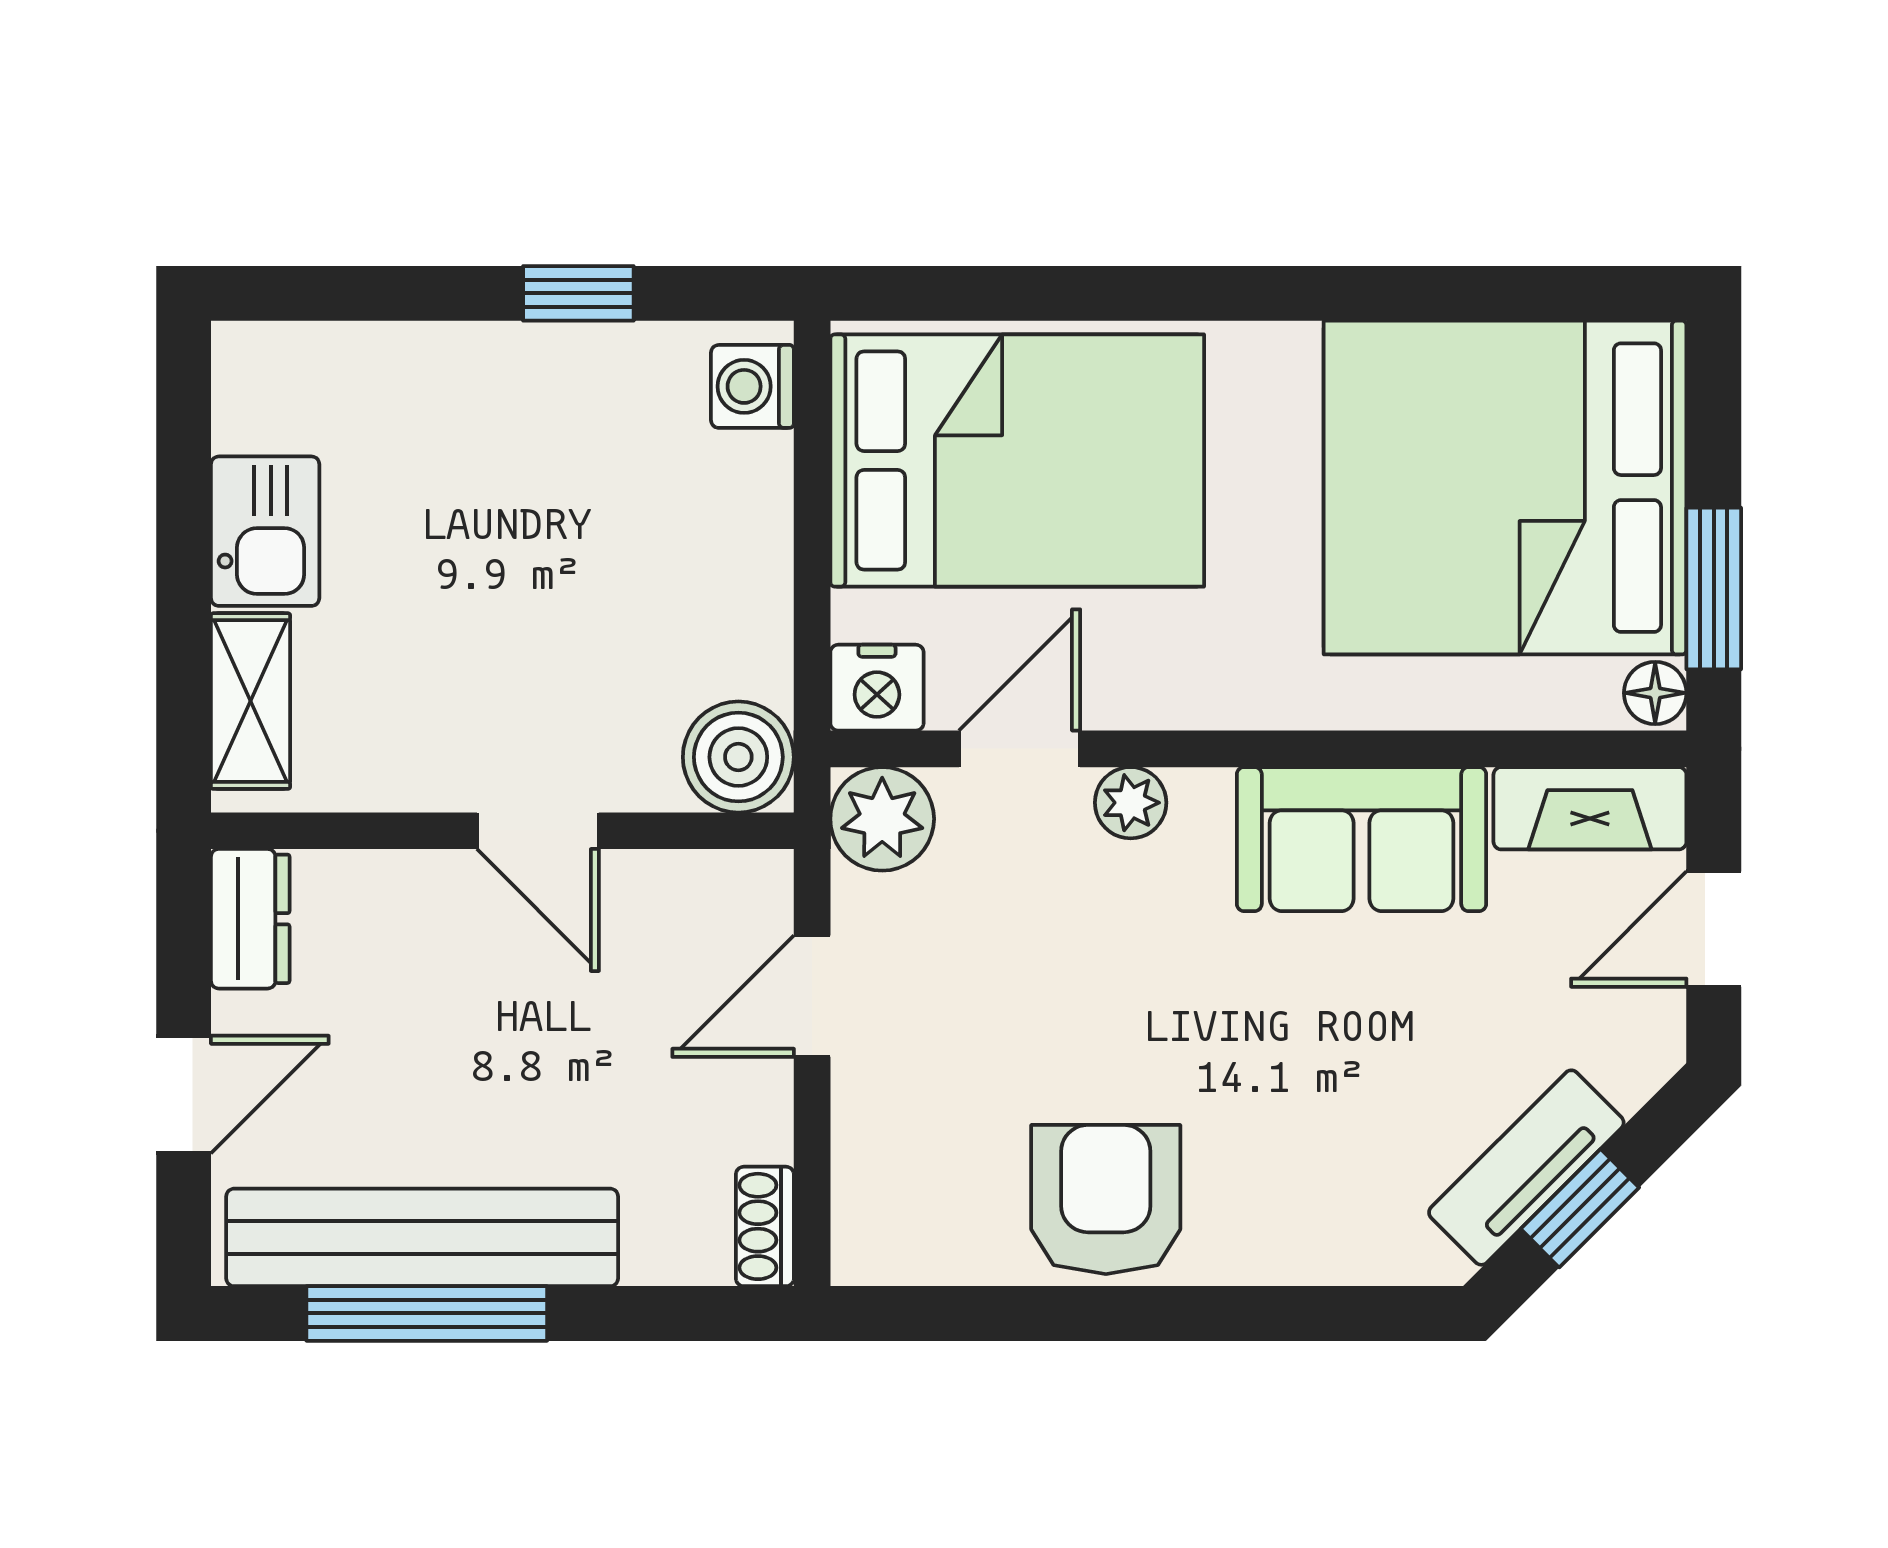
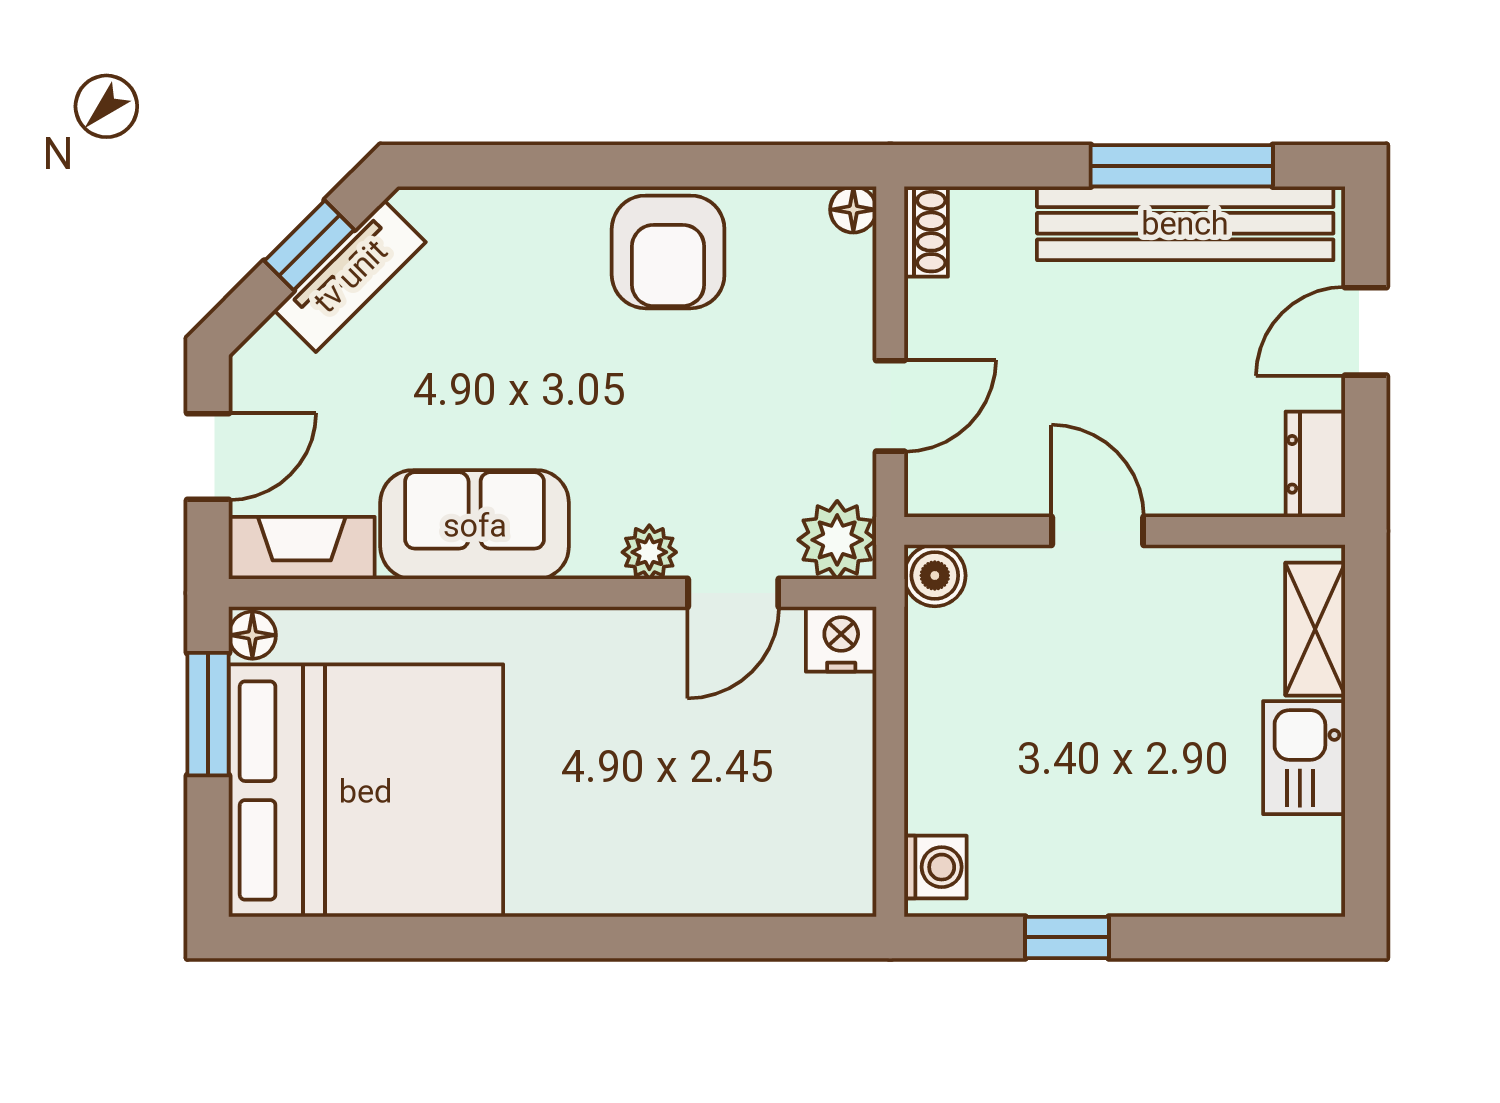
bed: (1017, 460) -> (735, 811), removed
boiler: (738, 757) -> (935, 576), width x0.73, depth x0.73
floor lamp: (861, 1256) -> (853, 210), added

